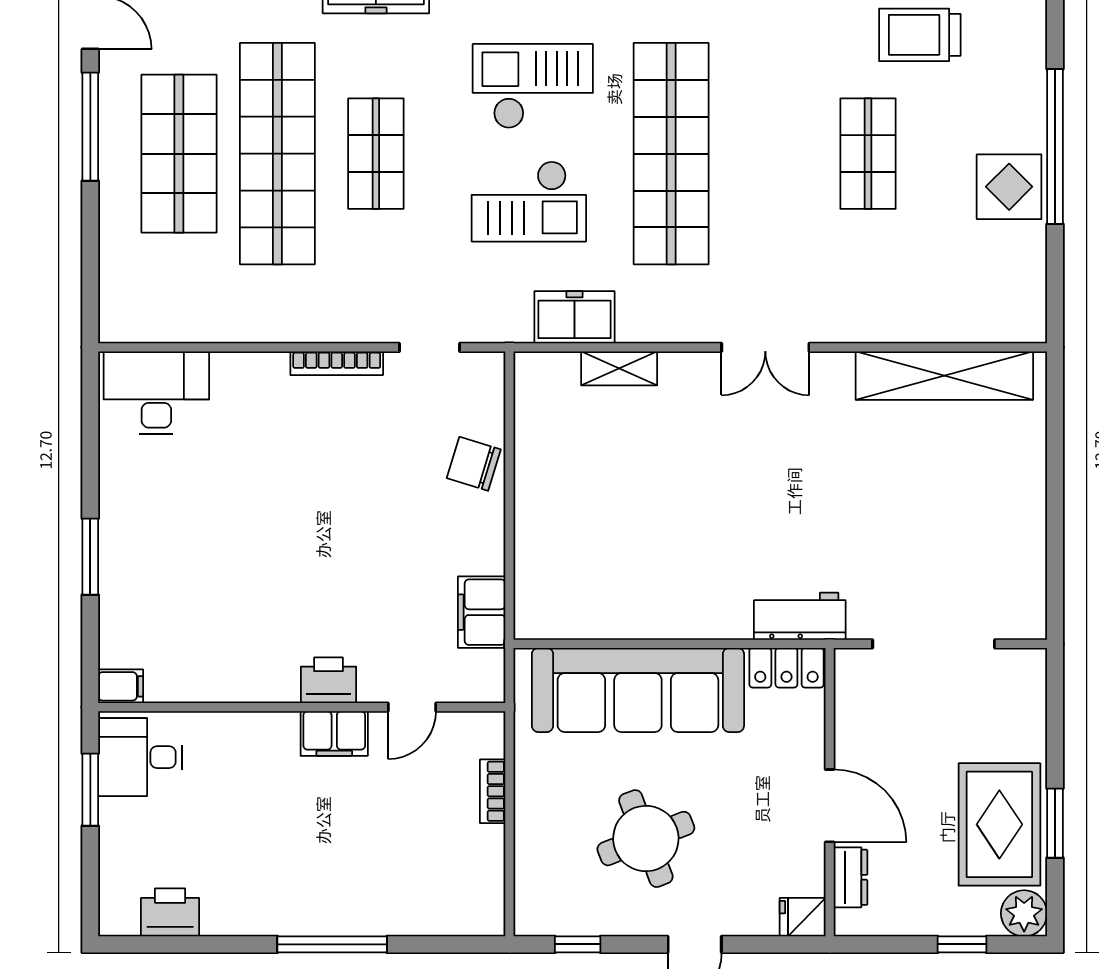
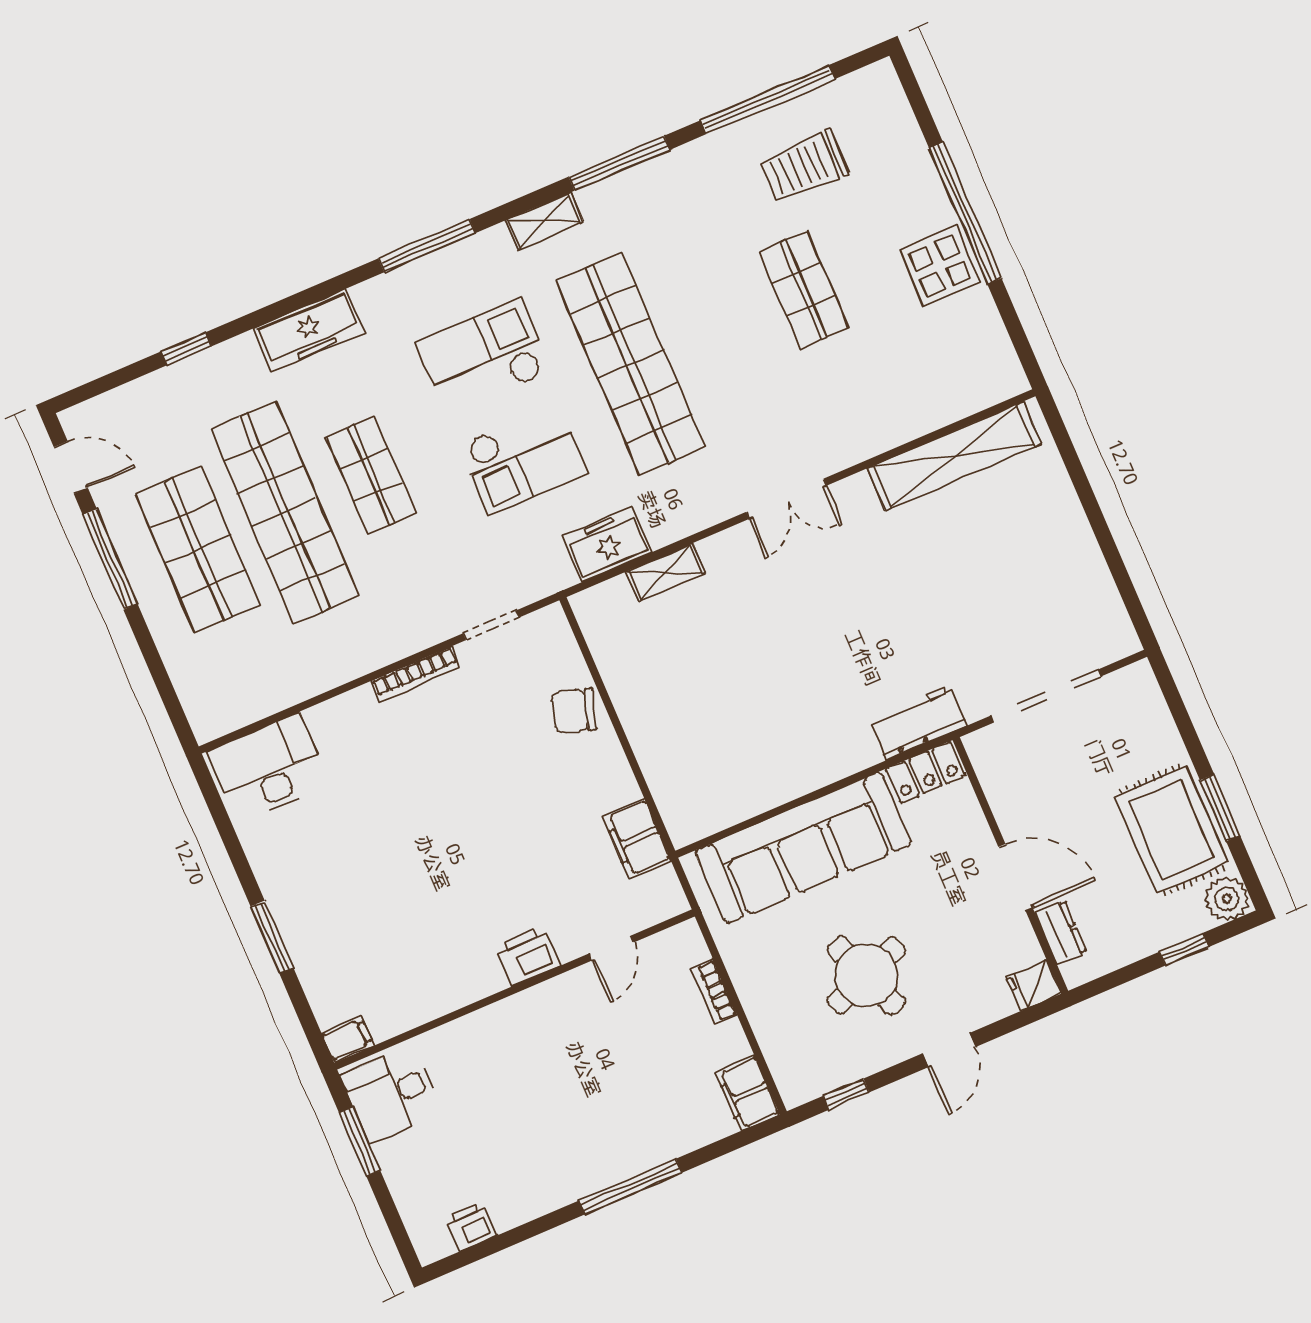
filing cabinet: (334, 734) -> (747, 1093), moved, turned 90
printer: (170, 912) -> (471, 1227), width x0.73, depth x0.81

